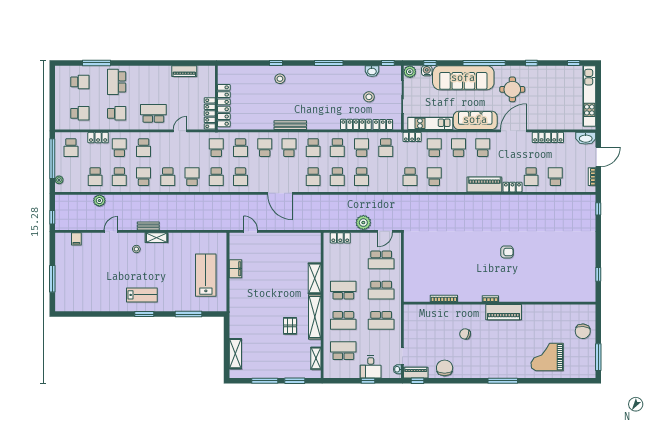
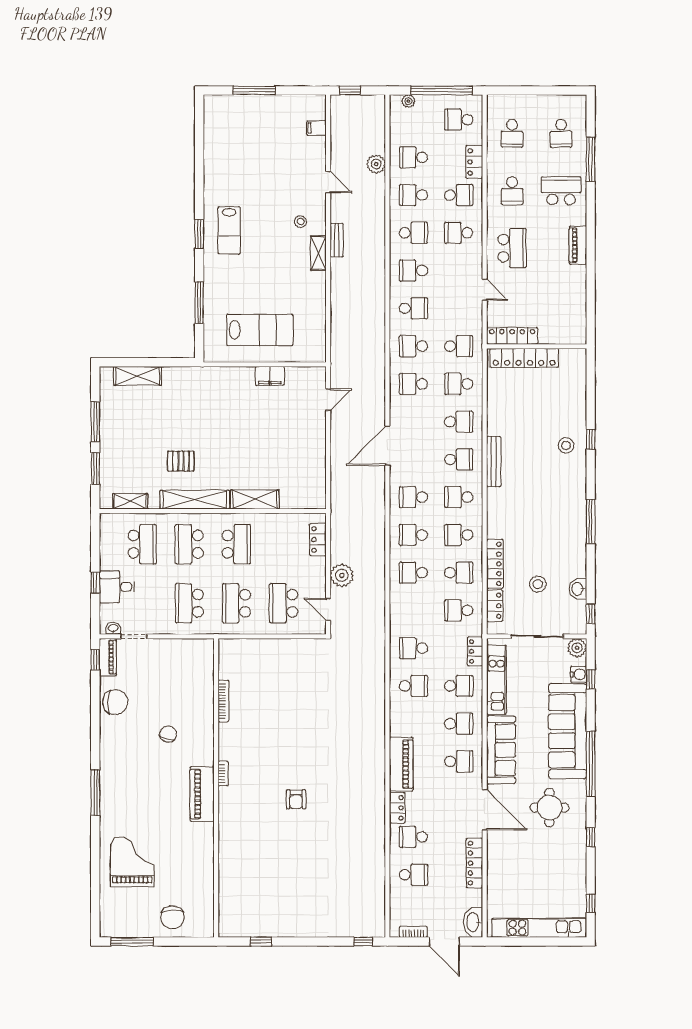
piano: (184, 71) -> (578, 245), moved
chair: (583, 331) -> (172, 917), turned -95

